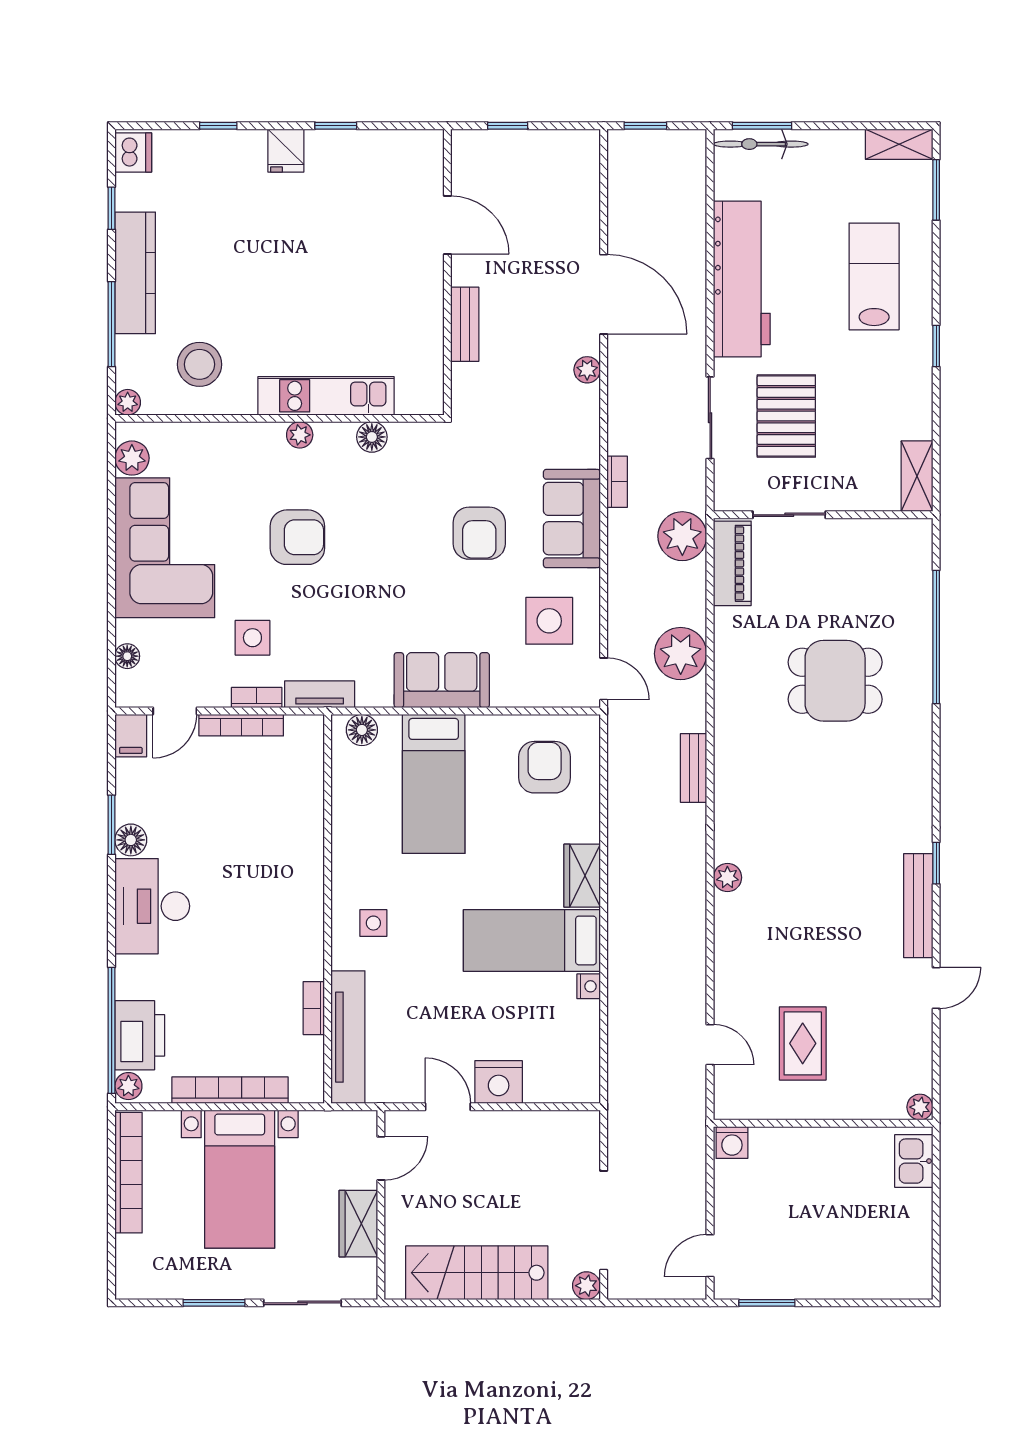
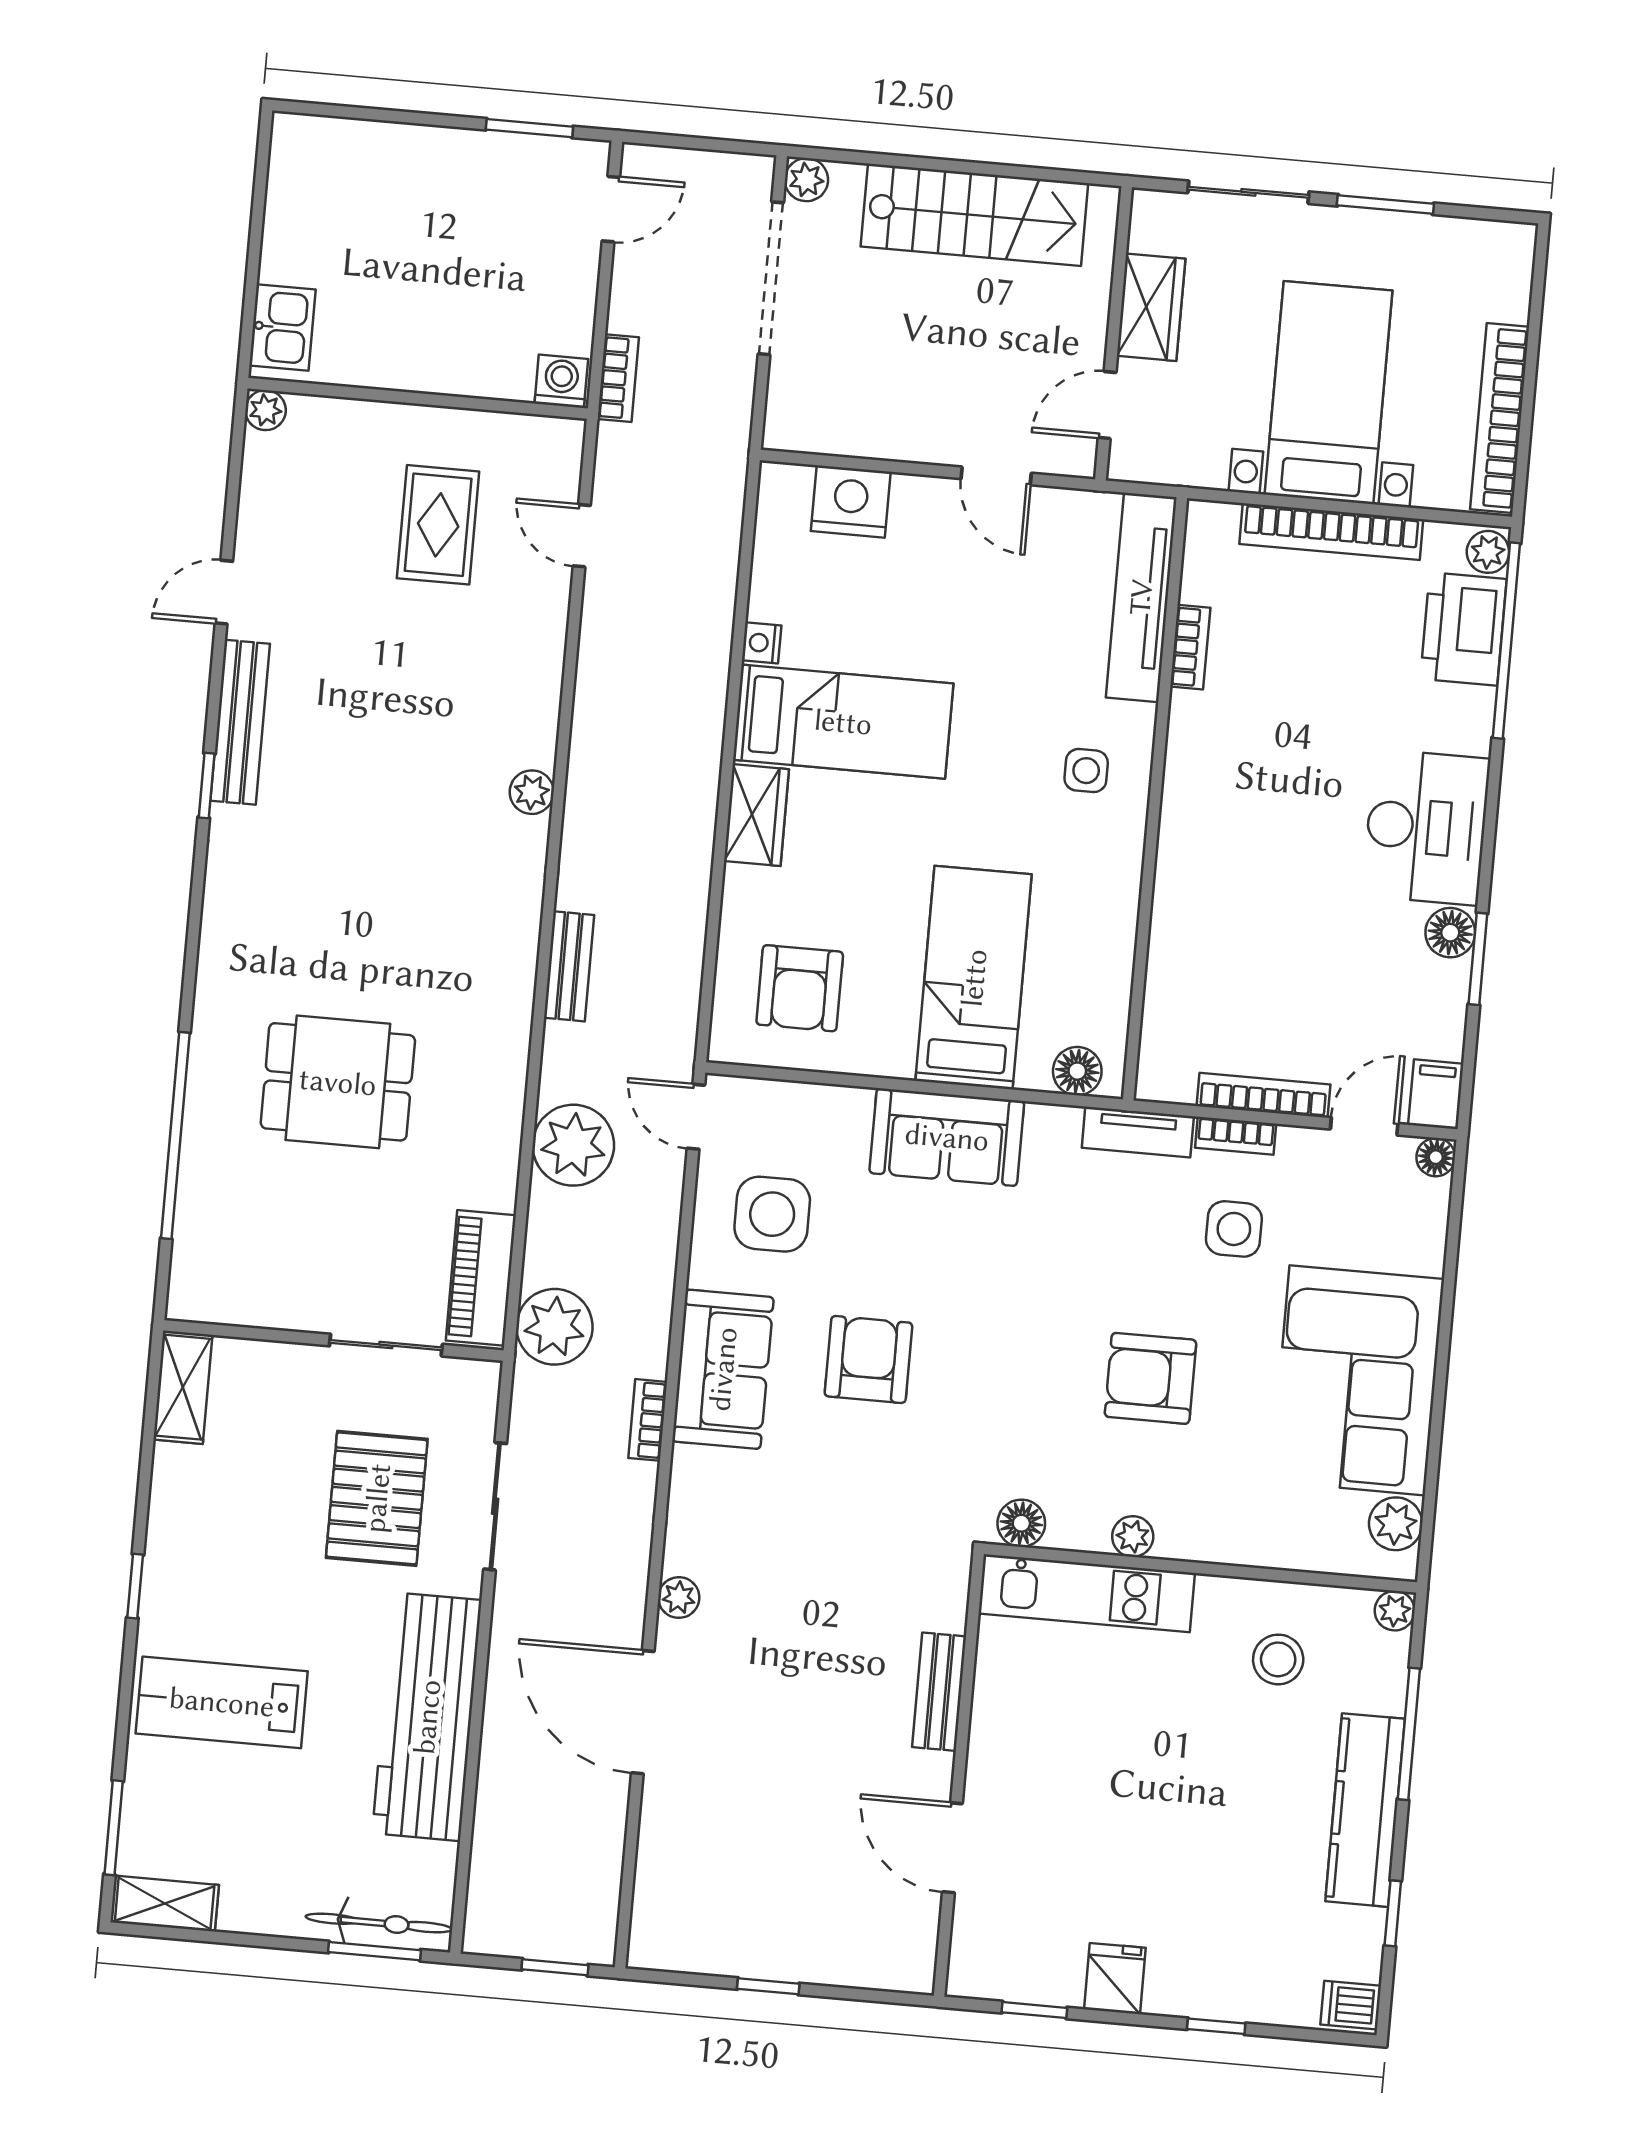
dishwasher: (133, 152) -> (1351, 2005), width x0.73
door: (447, 225) -> (952, 1848), moved
wall: (447, 272) -> (959, 1775), moved
lab bench: (874, 276) -> (222, 1702), turned 90
bench: (465, 324) -> (939, 1692), moved
stool: (199, 364) -> (1278, 1659), width x0.73, depth x0.73
floor lamp: (127, 656) -> (1436, 1157), moved
nightstand: (499, 1082) -> (851, 501), moved
bookcase: (696, 1148) -> (618, 378), added

